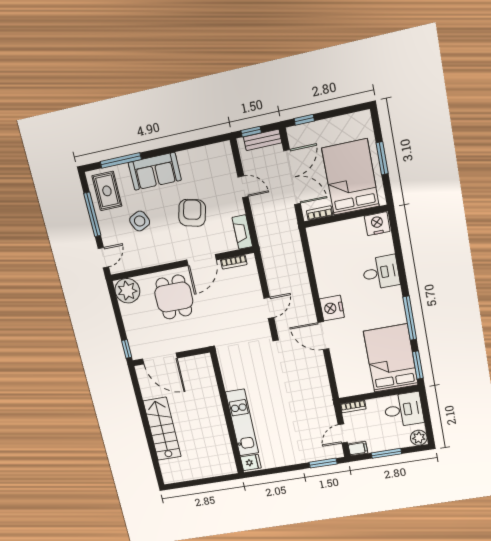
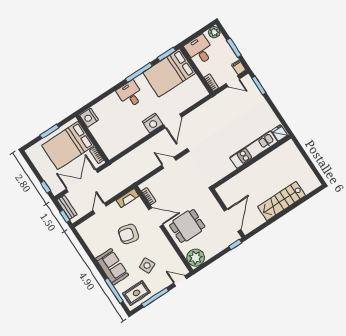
desk: (381, 272) -> (130, 94), moved

